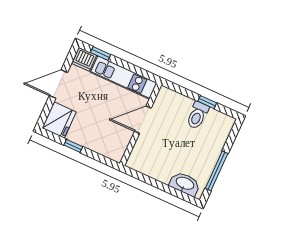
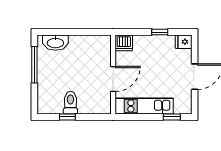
dishwasher: (84, 59) -> (124, 43), moved, turned 180
fridge: (59, 120) -> (184, 42), width x0.53, depth x0.75

